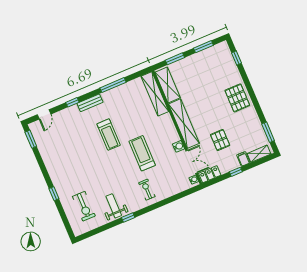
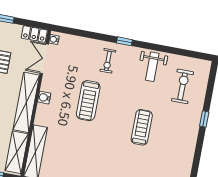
treadmill: (109, 135) -> (142, 127), moved
water cooler: (179, 146) -> (44, 98), moved
window: (128, 217) -> (124, 41), moved

